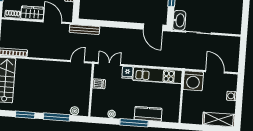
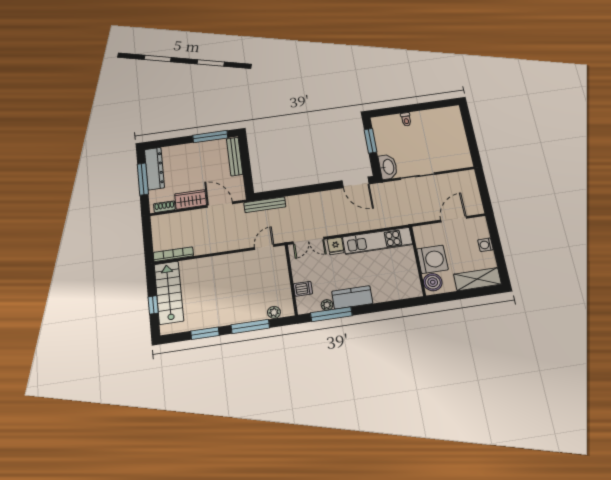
double door: (109, 64) -> (308, 241), swing flipped
door: (215, 72) -> (454, 219), hinge flipped
washing machine: (193, 81) -> (432, 259), moved, turned -90
dishwasher: (99, 84) -> (303, 289), moved
kitchen counter: (148, 114) -> (352, 297), moved
boiler: (188, 115) -> (433, 282), added
window: (134, 123) -> (331, 314), moved

